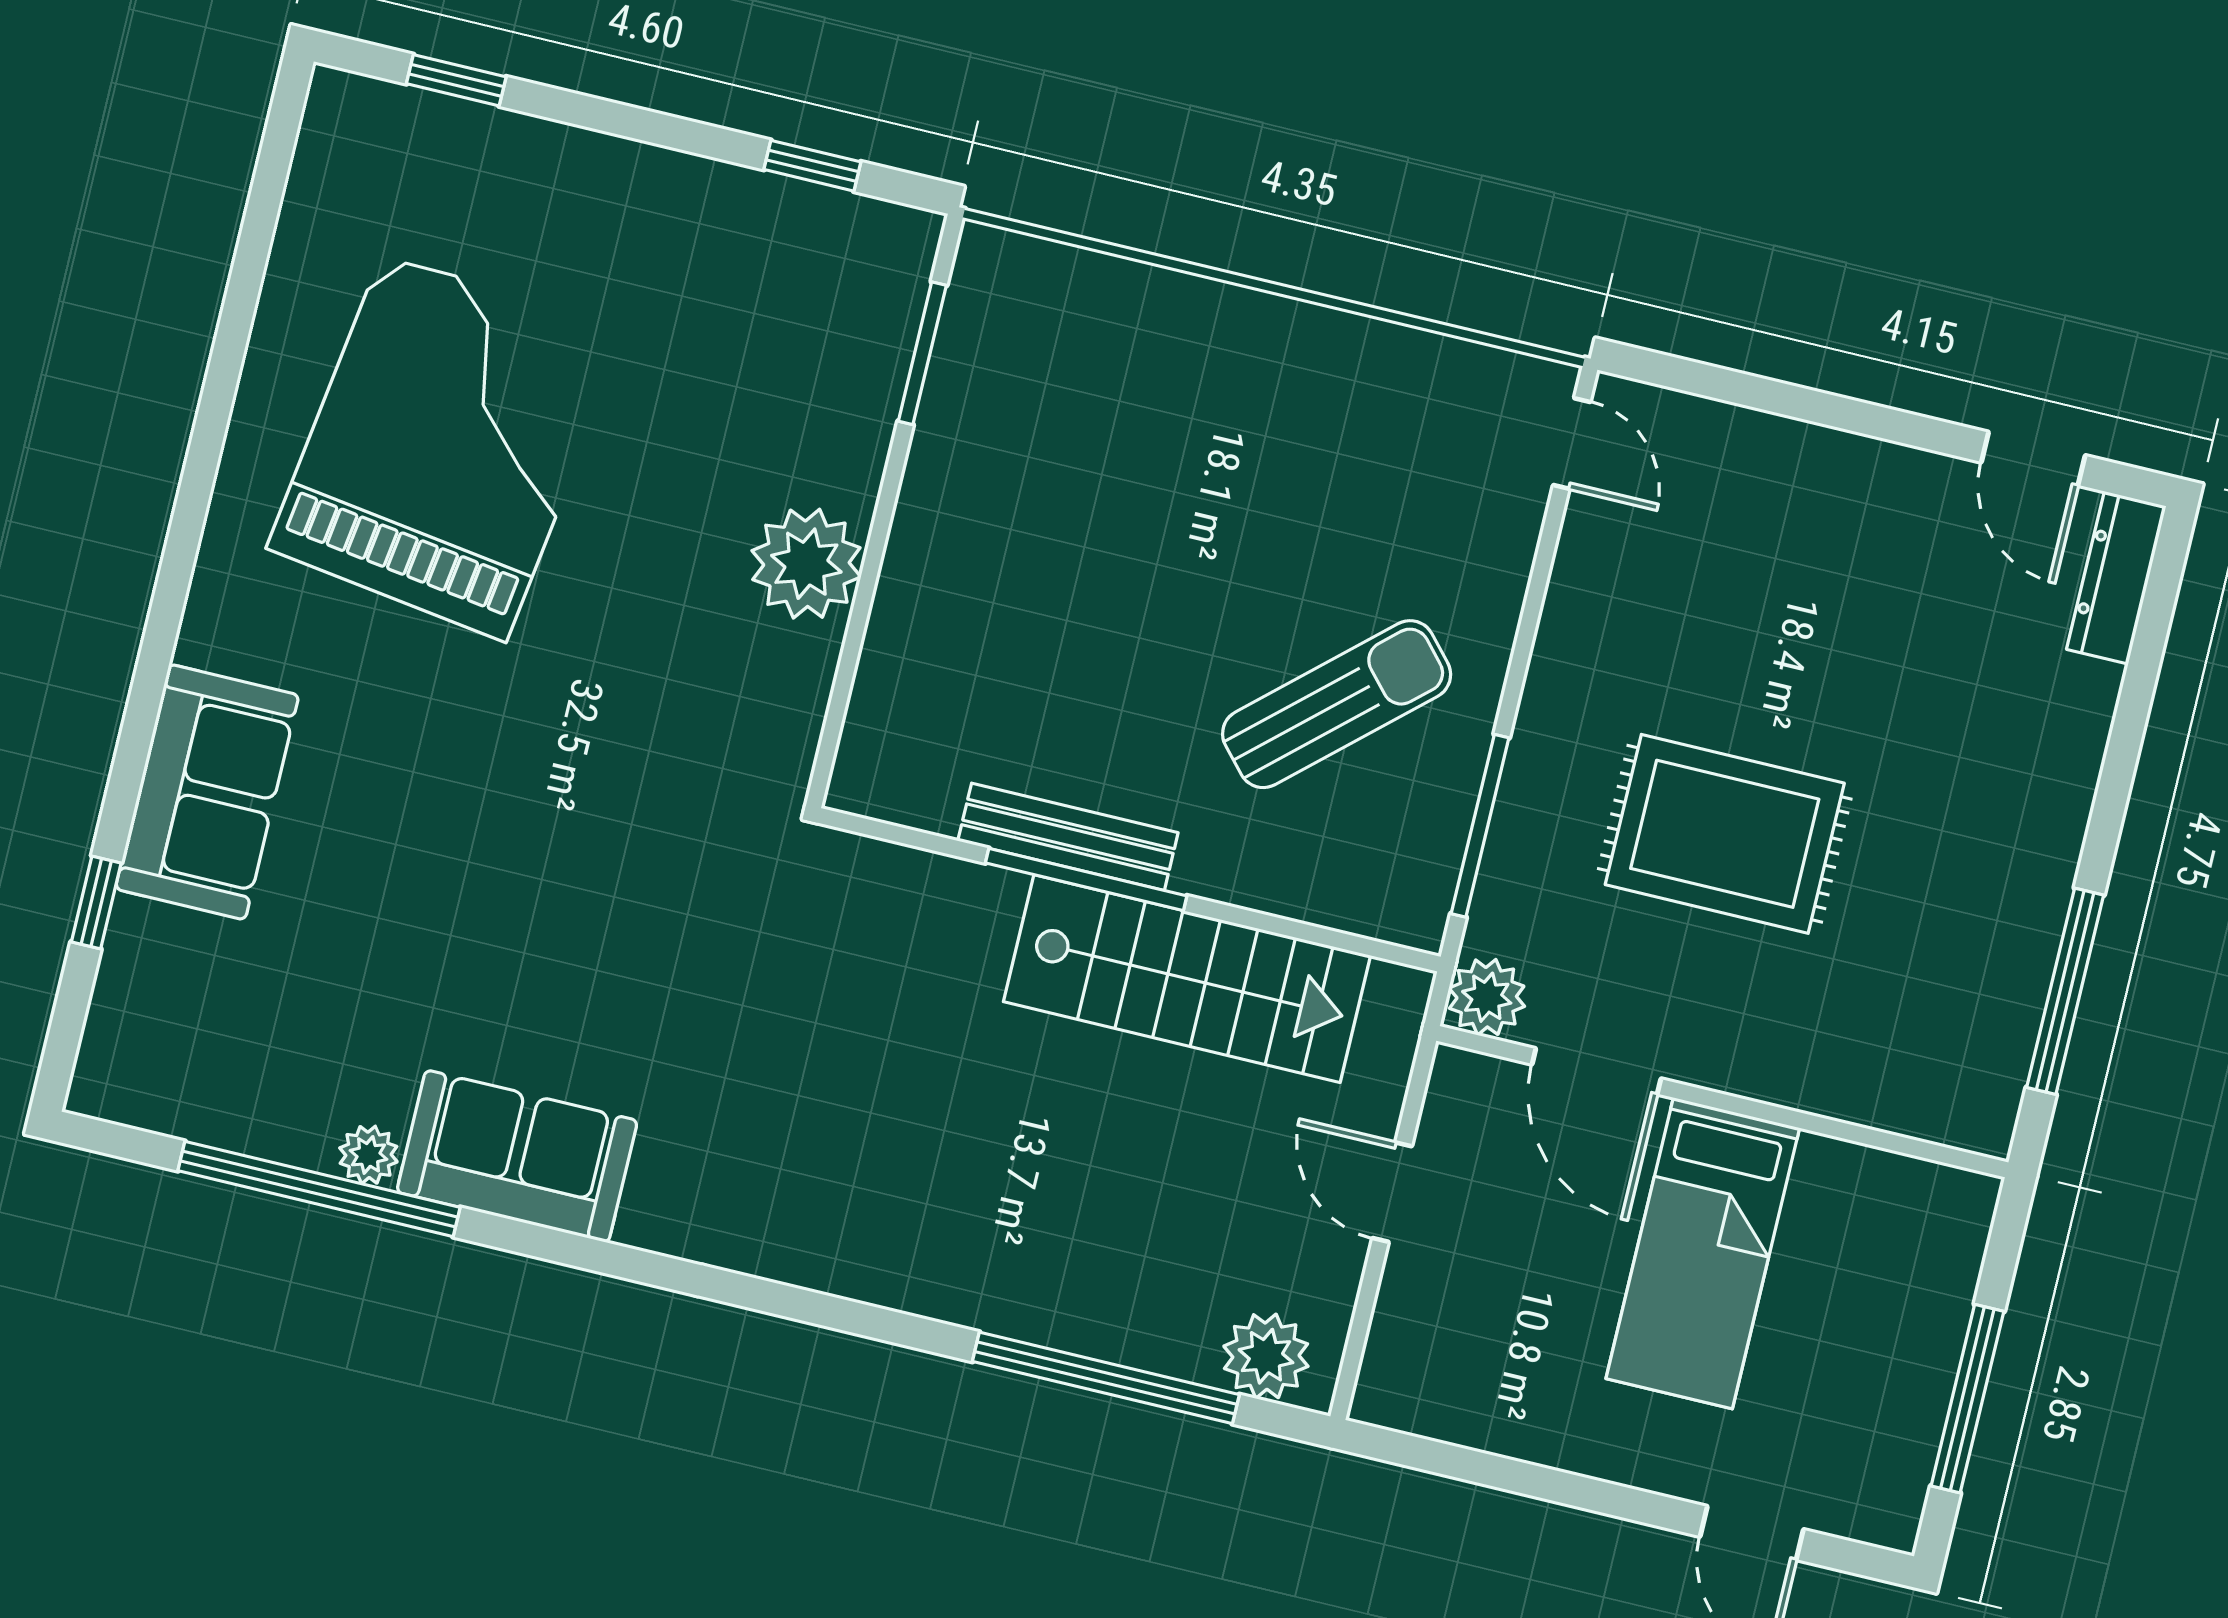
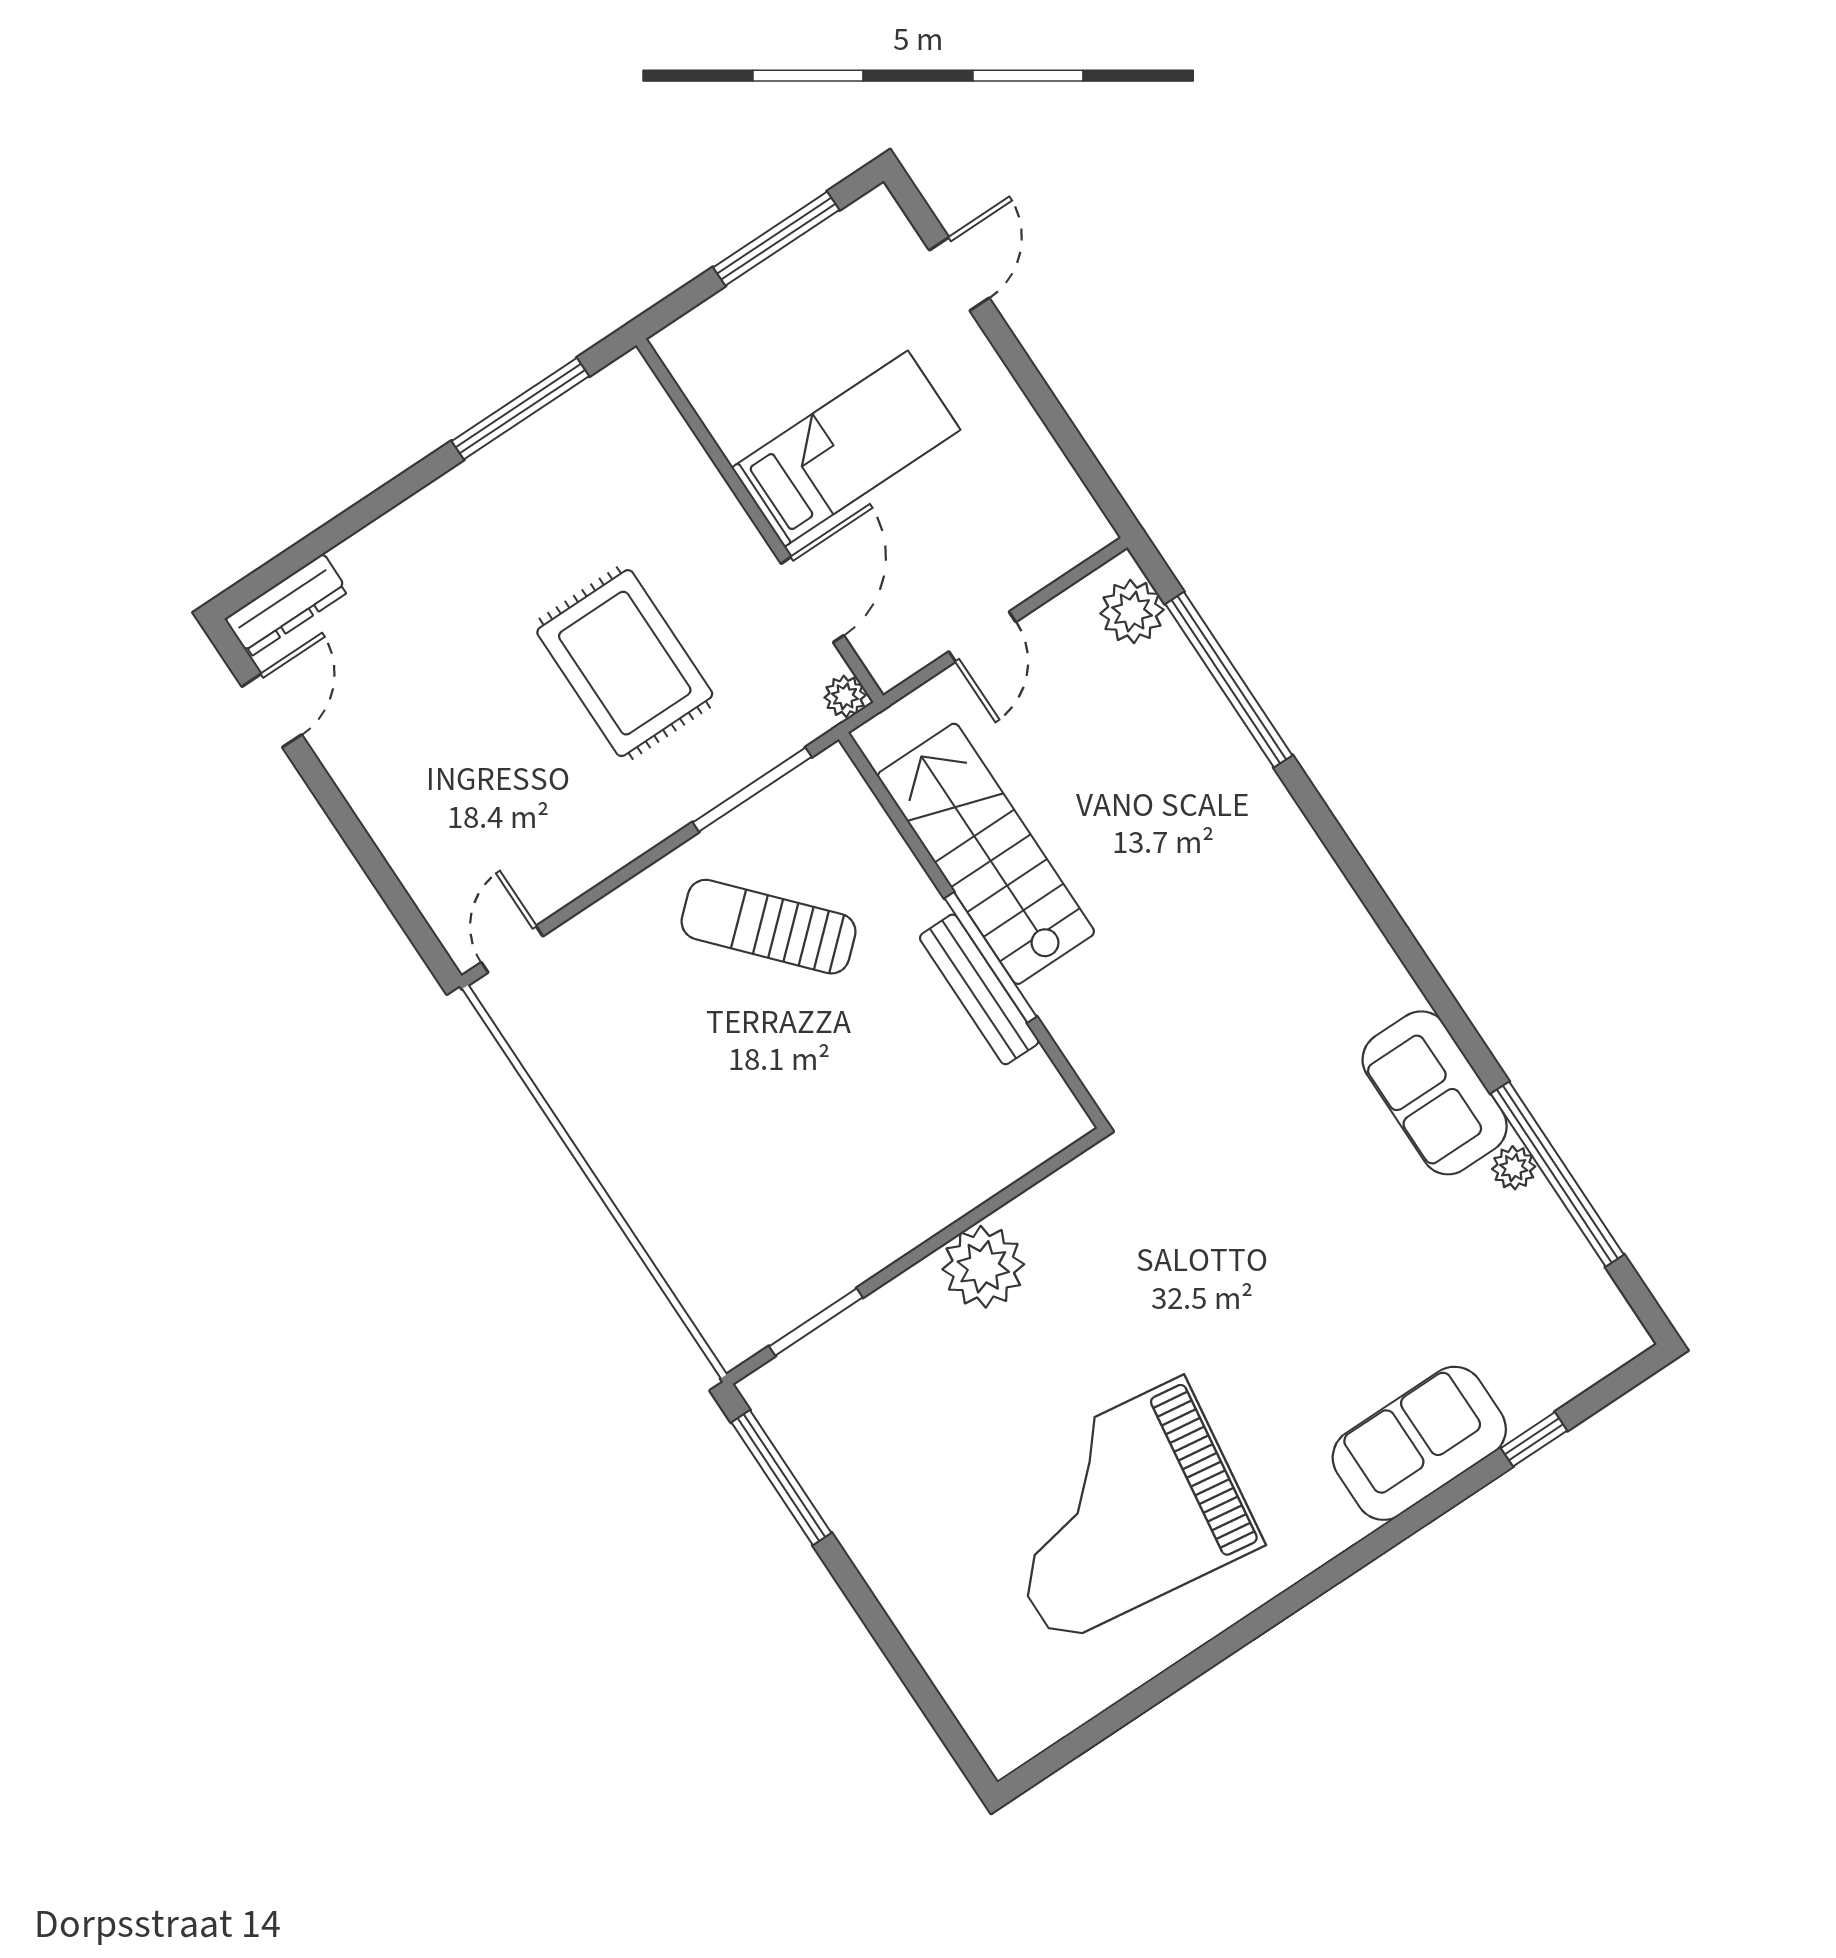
window: (456, 80) -> (930, 1701), removed
window: (812, 166) -> (781, 1478), width x2.17
plant: (1487, 997) -> (845, 696), width x0.73, depth x0.73

